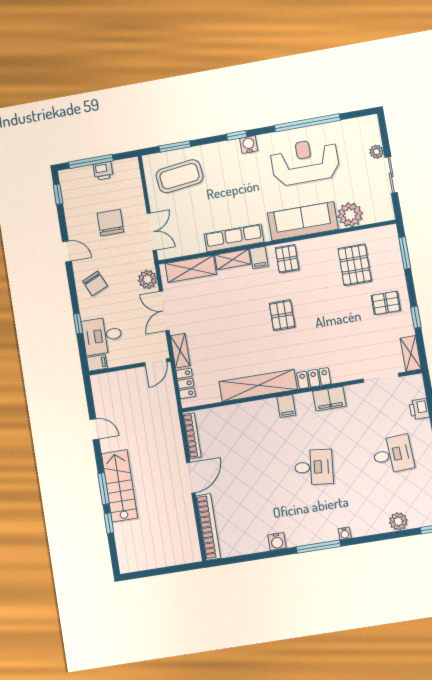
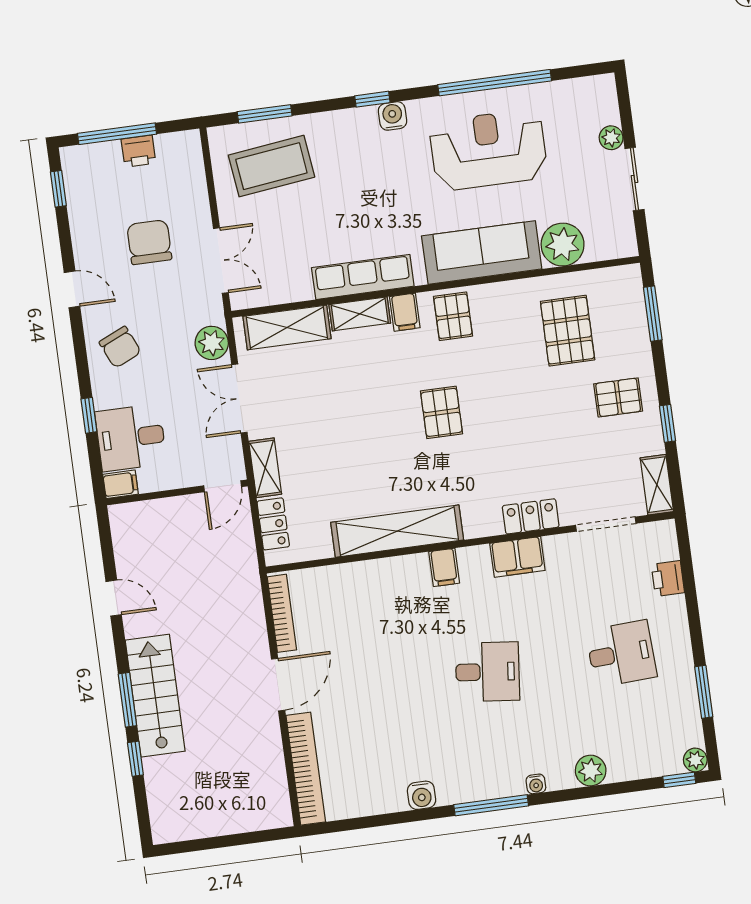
locker: (314, 378) -> (531, 516), moved
plant: (398, 521) -> (591, 771), moved

